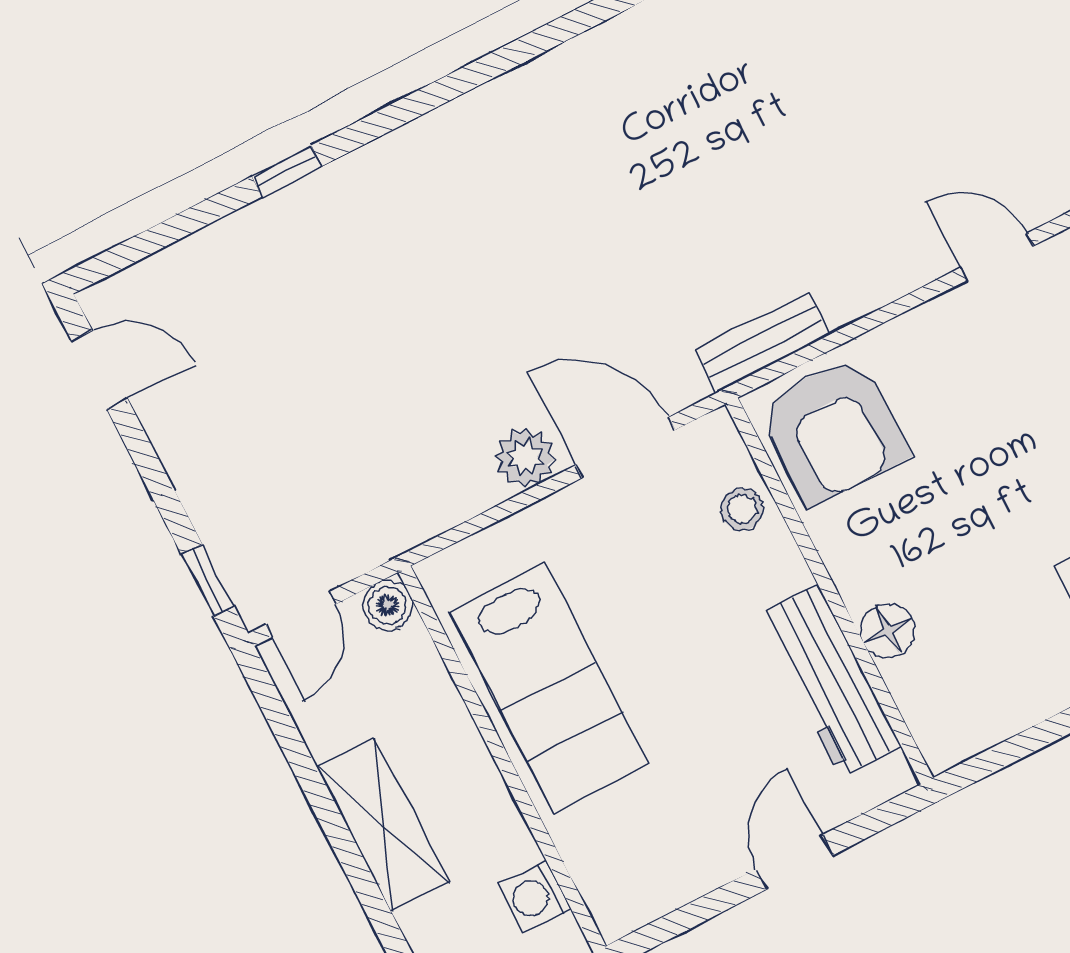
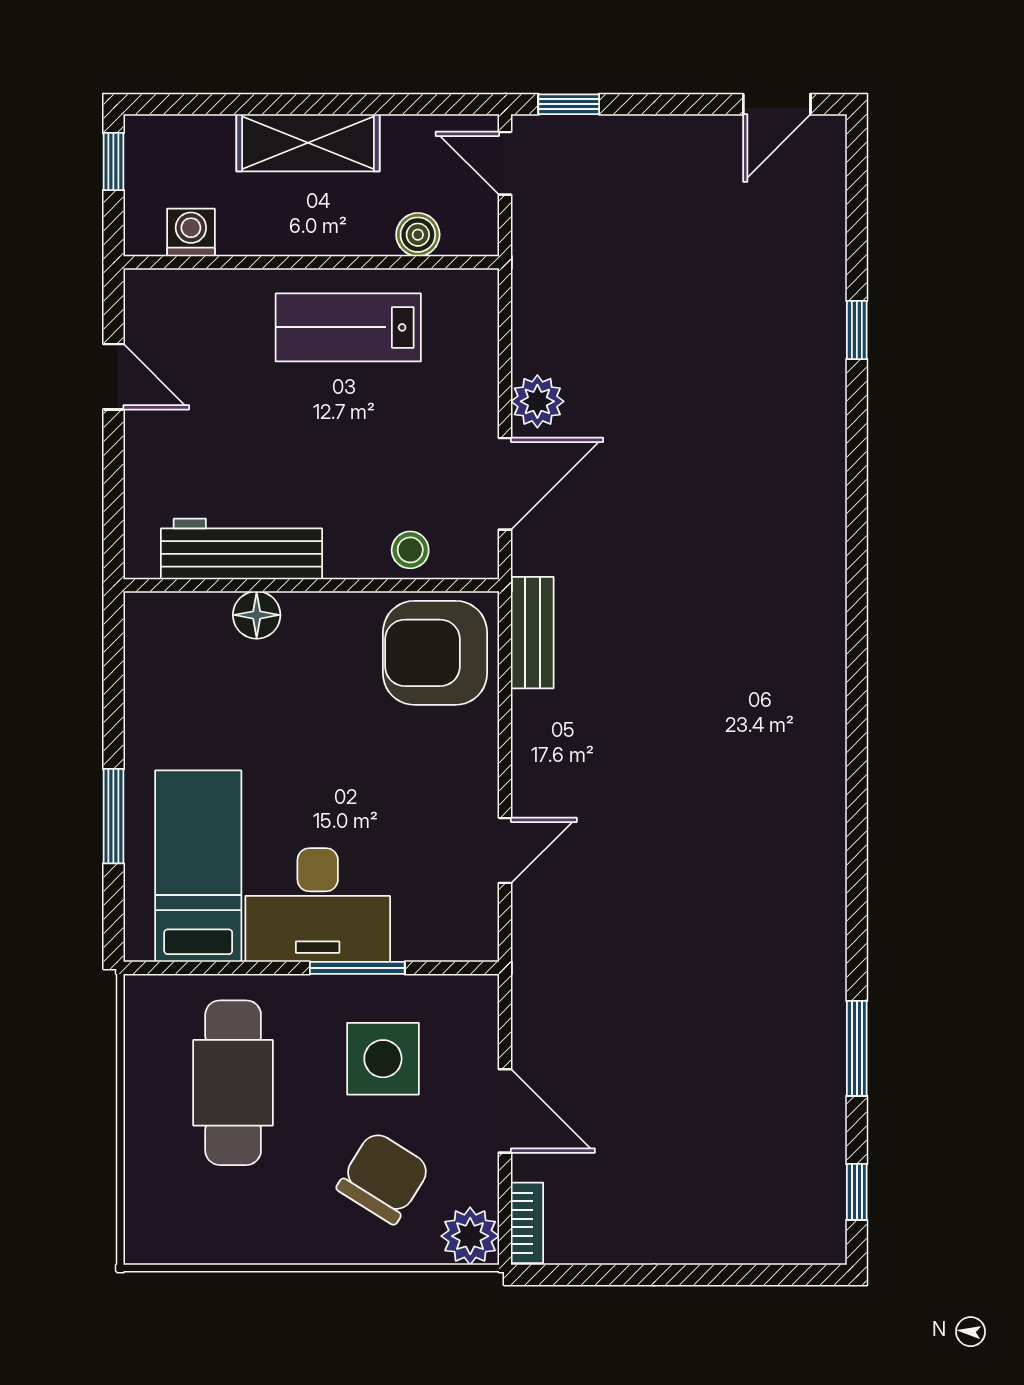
boiler: (388, 605) -> (418, 235), moved
lab bench: (549, 688) -> (348, 327), width x0.73, depth x0.72
door: (795, 862) -> (113, 377), moved

